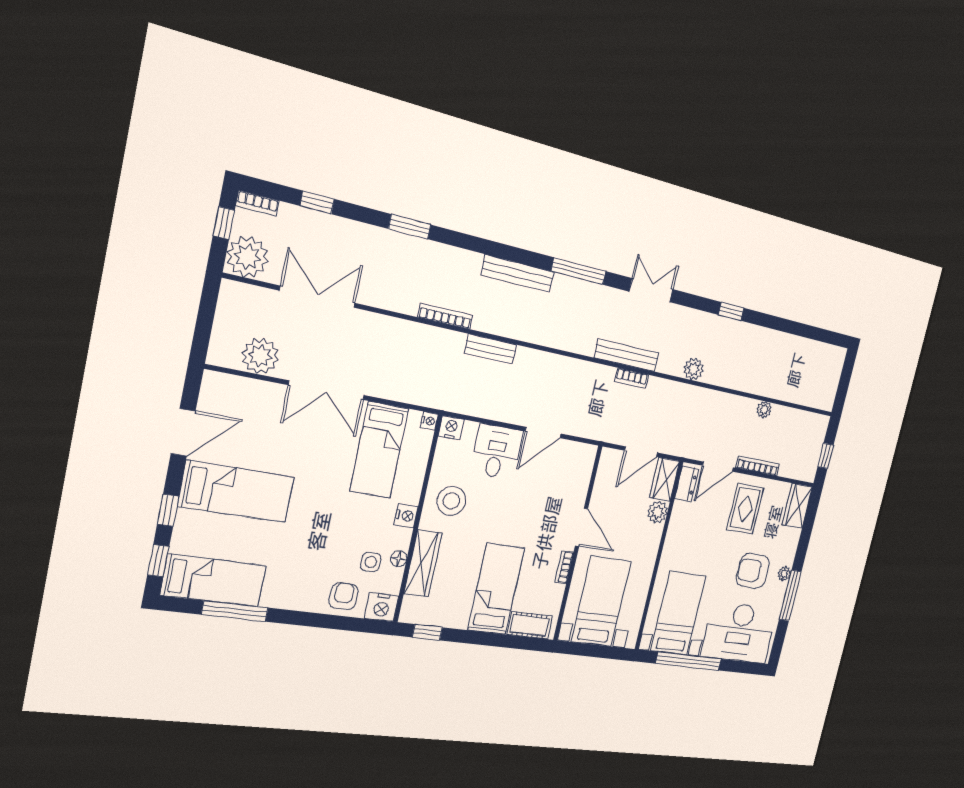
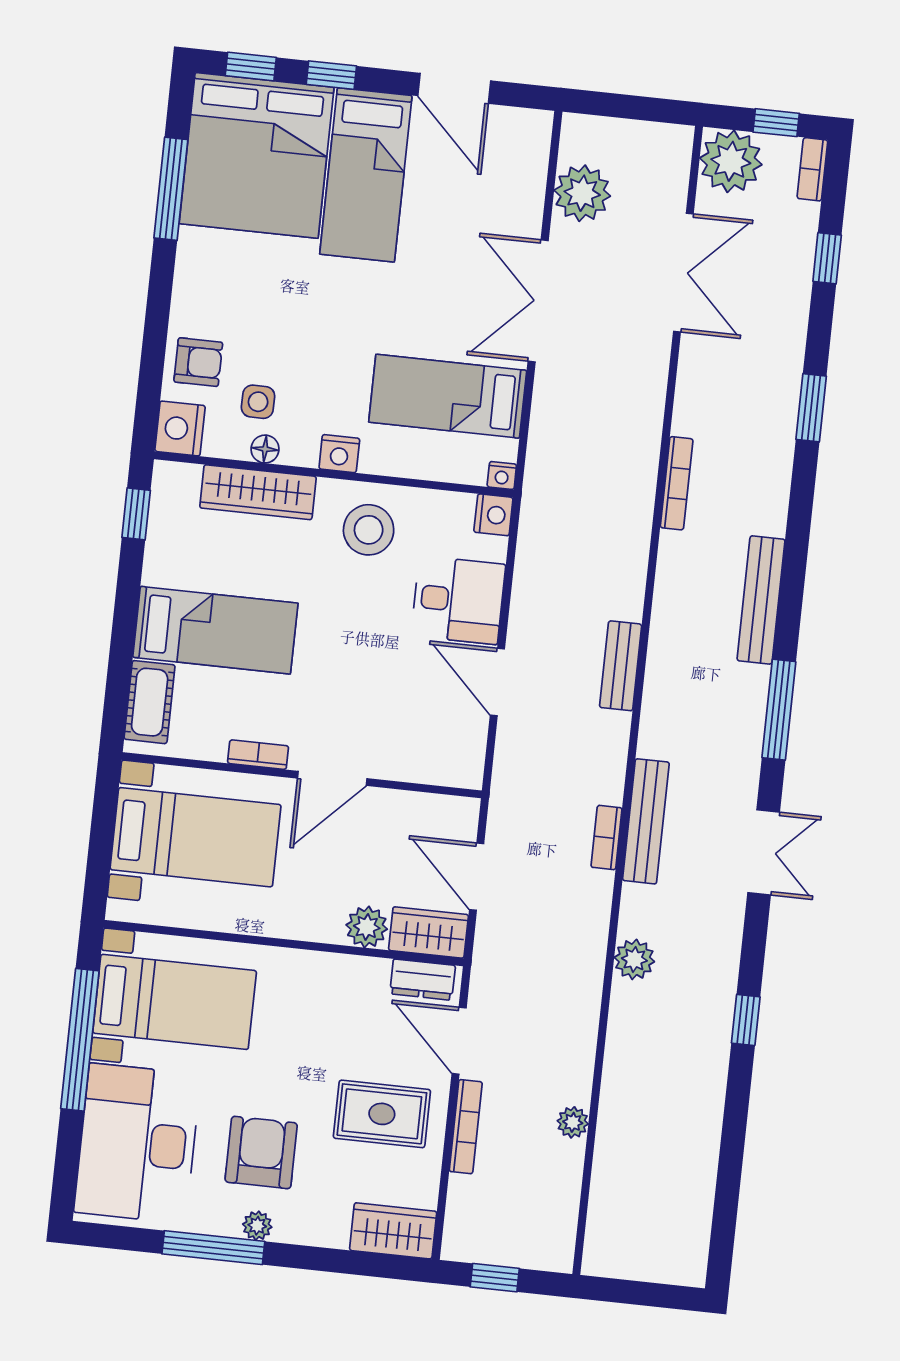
bench: (491, 349) -> (621, 666), moved
bed: (214, 580) -> (257, 155), width x2.04

